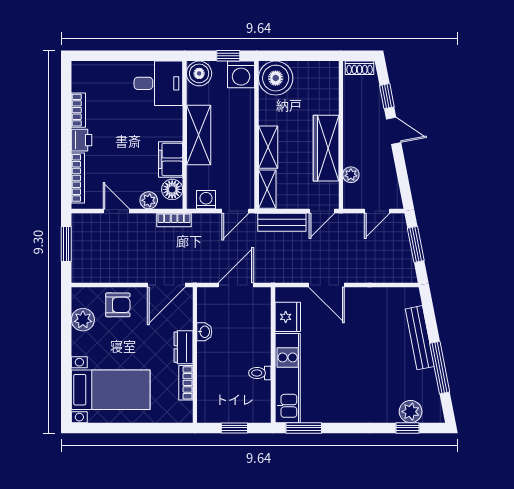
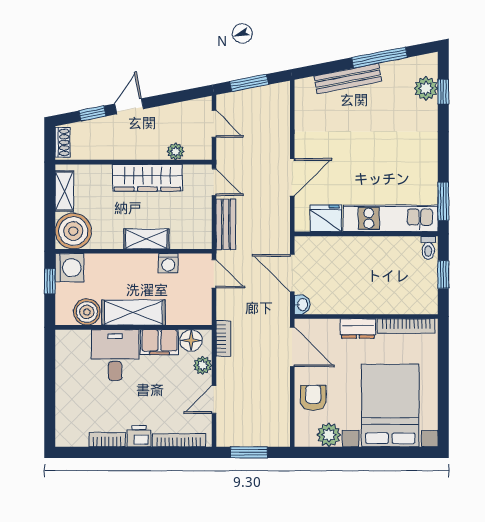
boiler: (199, 73) -> (87, 312), moved
desk: (158, 83) -> (115, 355), moved
shelving: (267, 189) -> (64, 191), moved, turned 90
washing machine: (206, 200) -> (168, 263), moved, turned -90
washbasin: (204, 332) -> (302, 305), moved, turned 90
toilet: (260, 373) -> (428, 248), moved
bookcase: (186, 383) -> (406, 326), width x1.56
bed with nightstands: (111, 390) -> (390, 405), width x1.36

